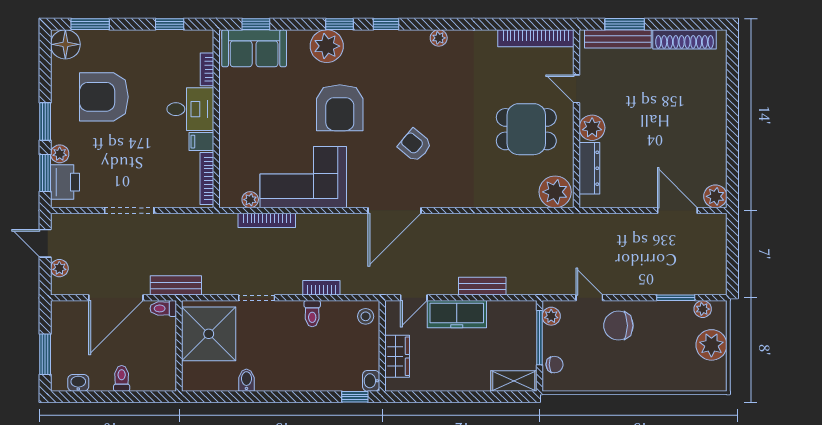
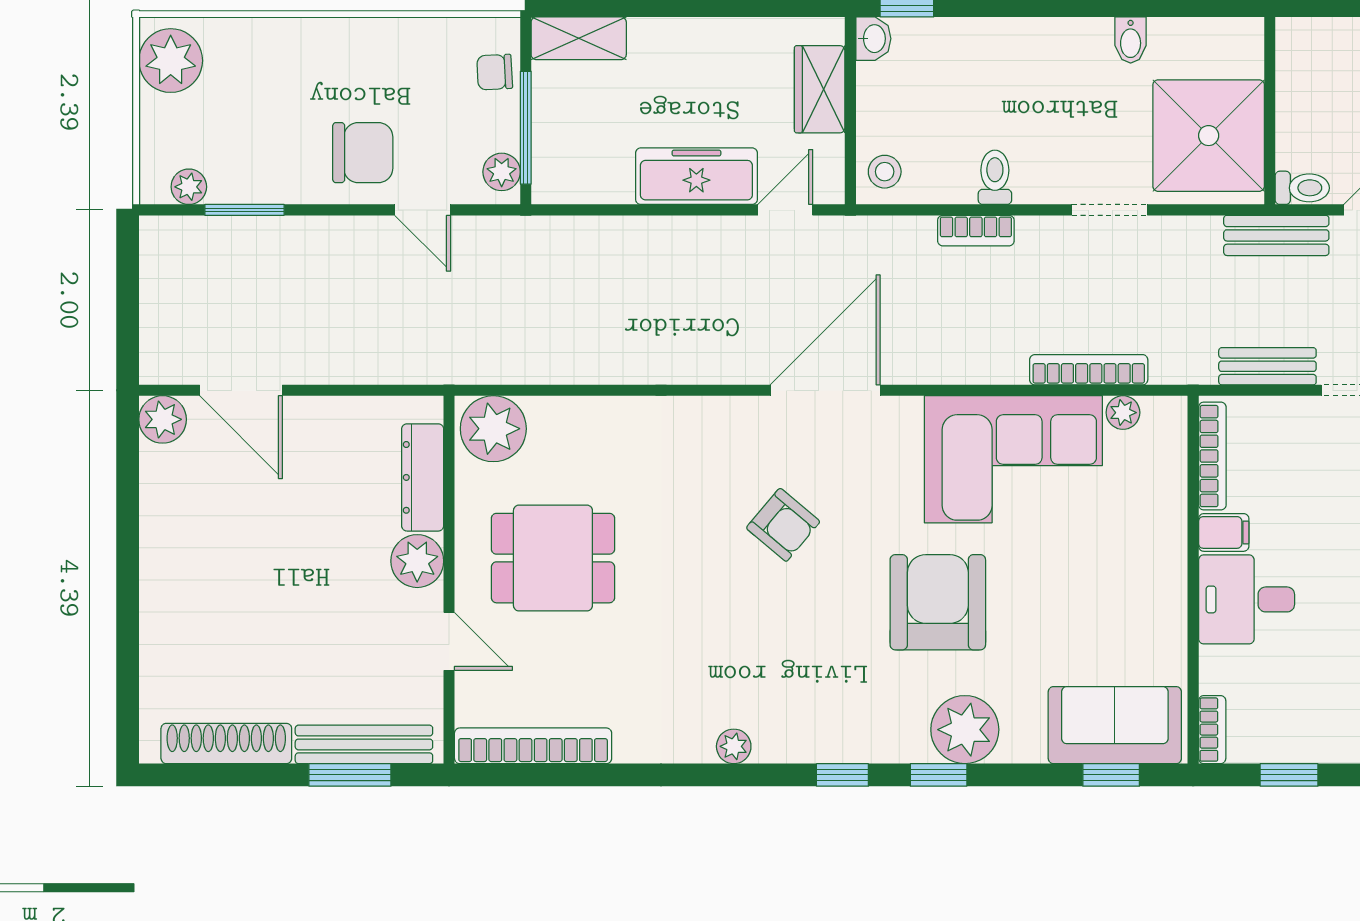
bookcase: (207, 69) -> (1212, 730), moved
bench: (482, 286) -> (1267, 366), moved
plant: (711, 345) -> (171, 61), moved

